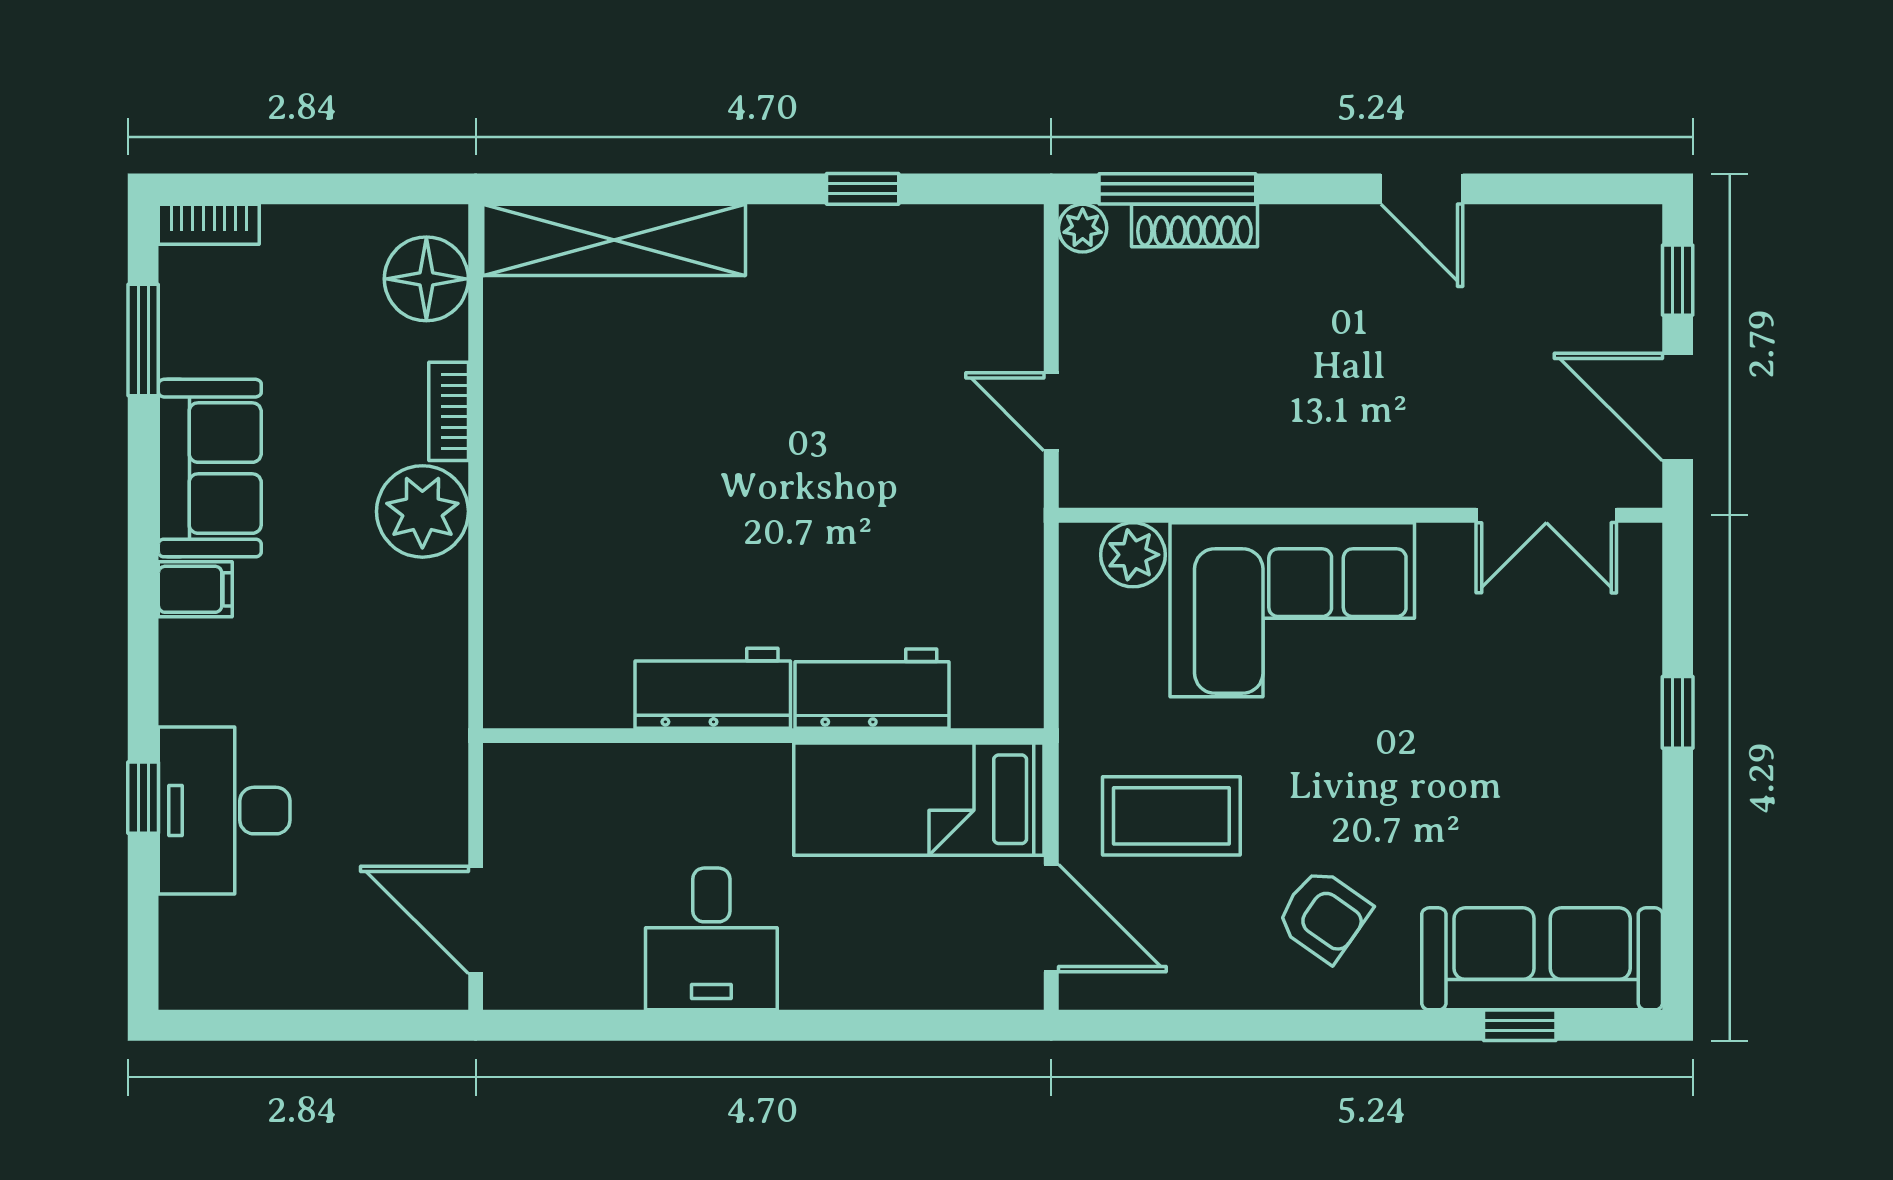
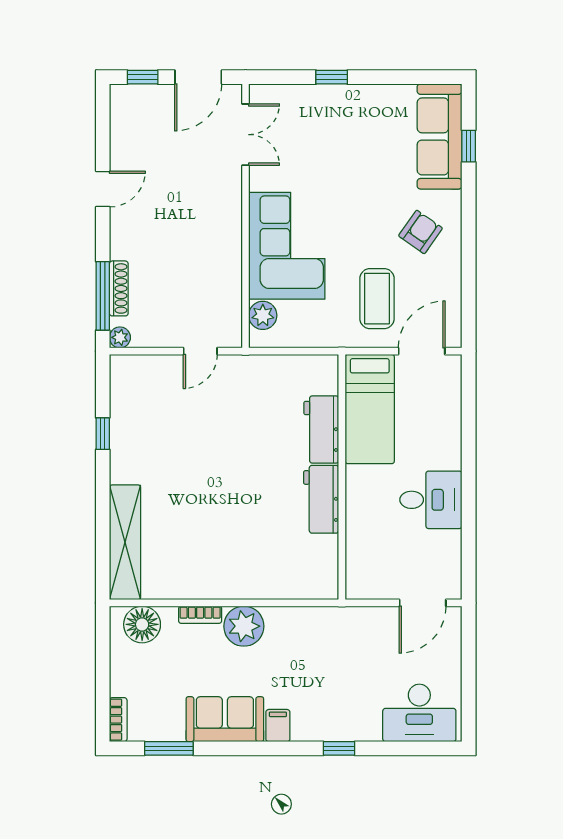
window: (143, 798) -> (339, 748), moved
desk: (224, 811) -> (419, 713), moved

